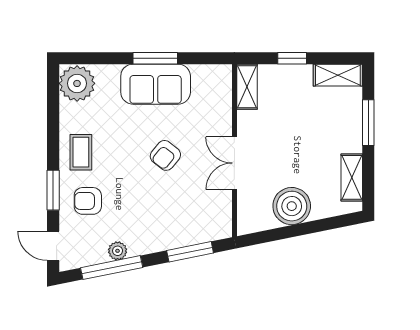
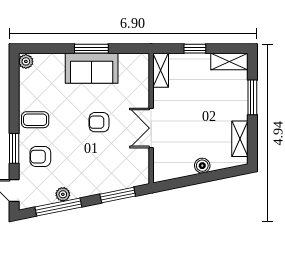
plant: (77, 83) -> (26, 61), width x0.53, depth x0.53
coffee table: (81, 152) -> (35, 120), turned 90
armchair: (165, 155) -> (99, 122), turned 51
boiler: (292, 206) -> (202, 166), width x0.54, depth x0.54

